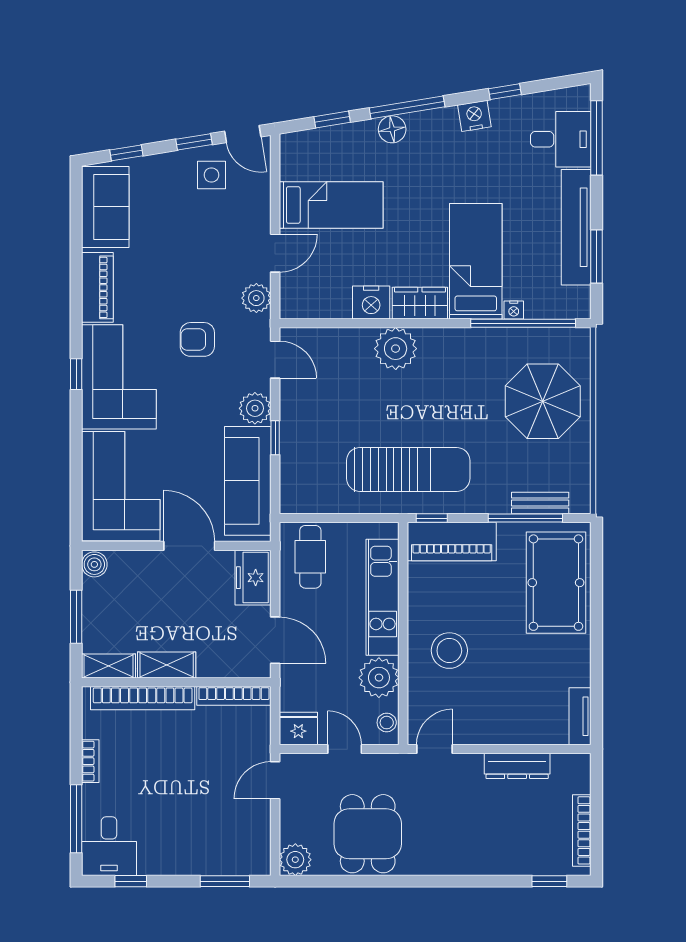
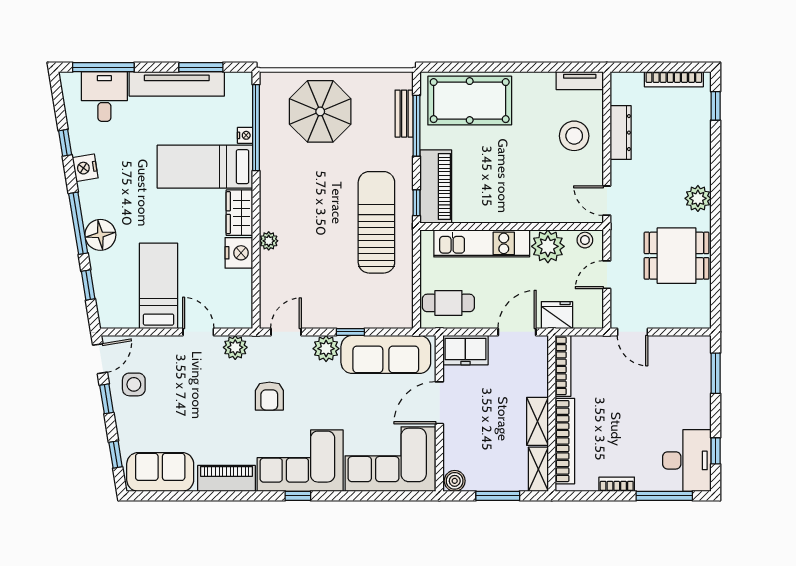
floor lamp: (392, 129) -> (100, 235), width x1.38, depth x1.38
plant: (396, 349) -> (269, 241), width x0.53, depth x0.53
stool: (449, 651) -> (574, 136), moved
fridge: (298, 728) -> (557, 315), moved, turned 90
desk: (109, 846) -> (687, 460), width x1.37
plant: (295, 860) -> (698, 198), moved

